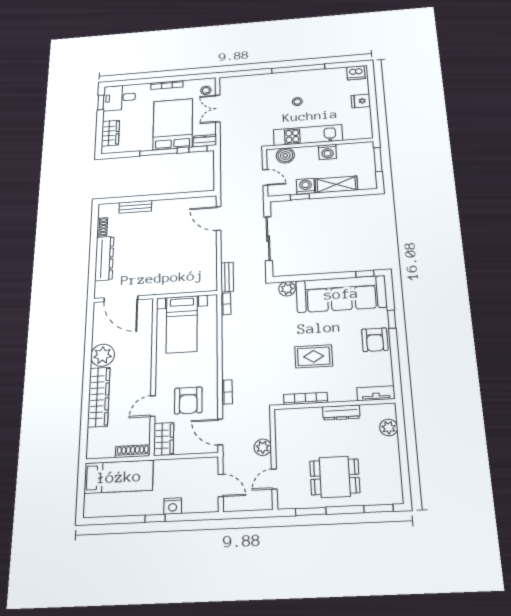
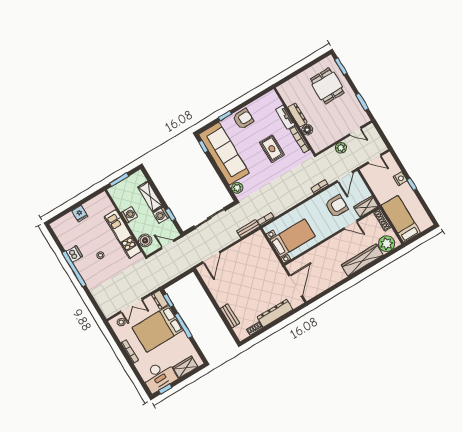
dishwasher: (356, 73) -> (74, 254), moved
desk: (119, 98) -> (159, 376), width x1.37
door: (265, 177) -> (168, 245), hinge flipped
plant: (103, 355) -> (387, 244), moved
tv unit: (376, 393) -> (285, 117), moved
floor lamp: (313, 415) -> (307, 130), added
plant: (389, 428) -> (292, 84), removed
dining table: (335, 477) -> (327, 86), moved
door: (221, 485) -> (375, 159), swing flipped

